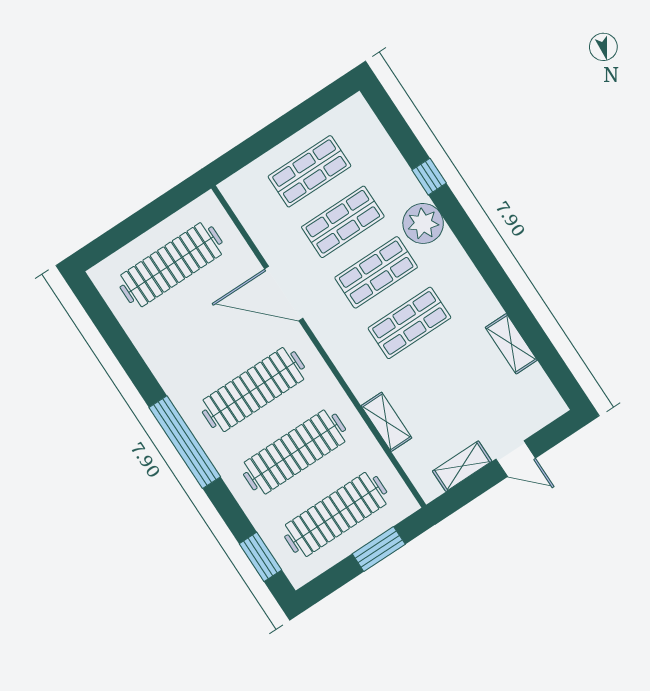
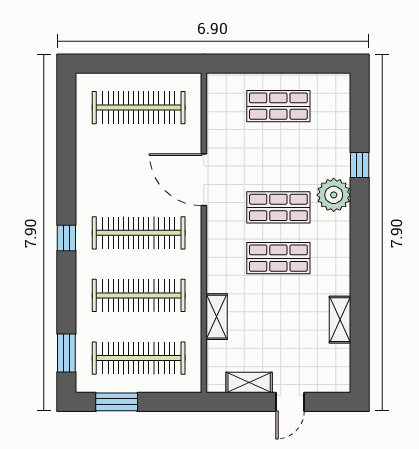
shop shelf: (343, 222) -> (278, 157), removed
window: (185, 442) -> (66, 238), width x0.32
door: (516, 459) -> (290, 402), hinge flipped
window: (379, 549) -> (117, 402), moved

